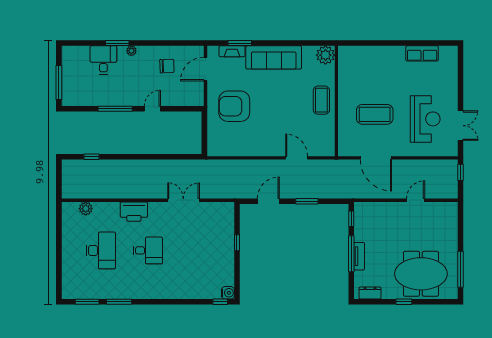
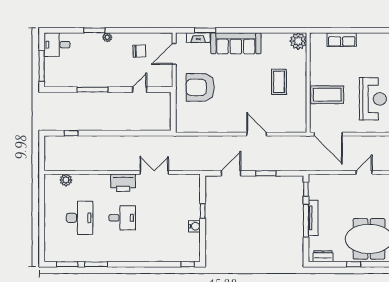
row of seats: (422, 53) -> (342, 40), moved
plant: (325, 55) -> (298, 41), moved
desk: (103, 60) -> (57, 45), moved, turned -90
wall: (336, 101) -> (308, 83), moved
door: (152, 109) -> (140, 90), moved
printer: (134, 212) -> (123, 183), moved
tv unit: (359, 256) -> (313, 218), width x1.41
water cooler: (228, 293) -> (194, 226), moved

